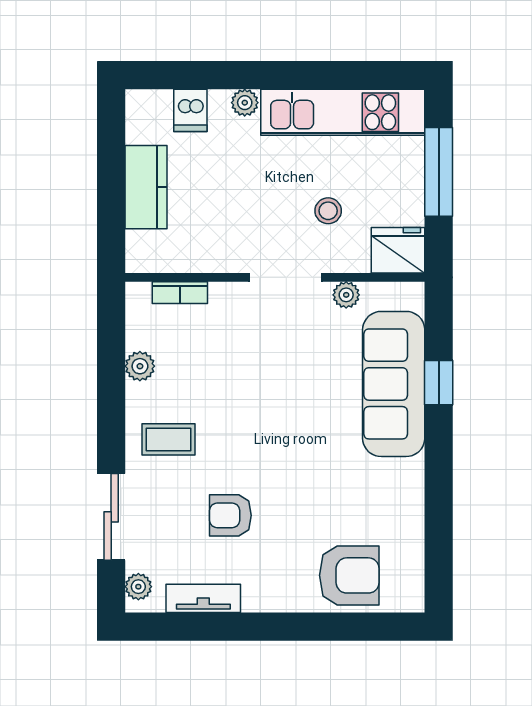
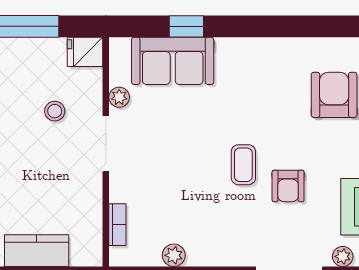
fridge: (398, 250) -> (85, 52), width x0.72
sofa: (394, 384) -> (173, 61), width x0.73
coffee table: (168, 439) -> (243, 165), moved

